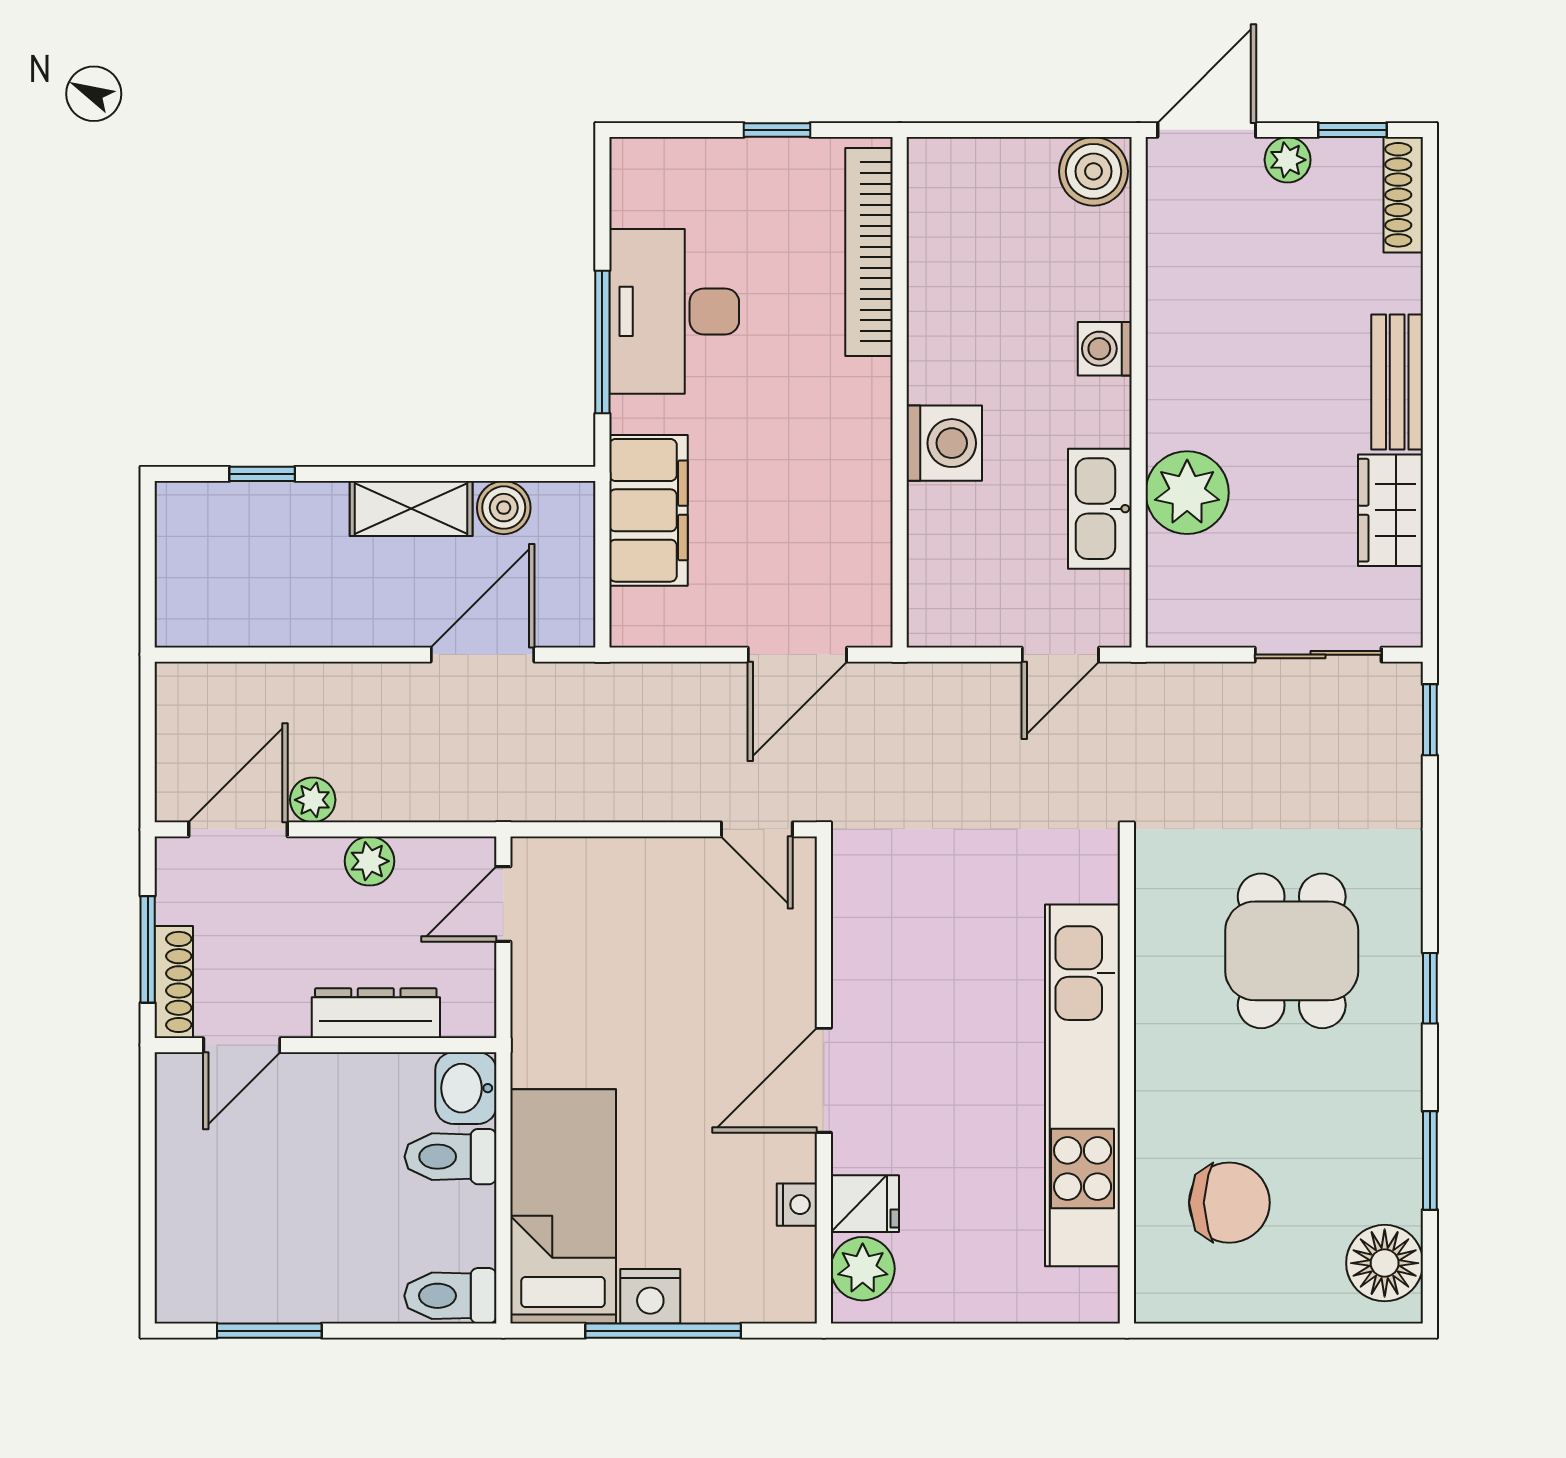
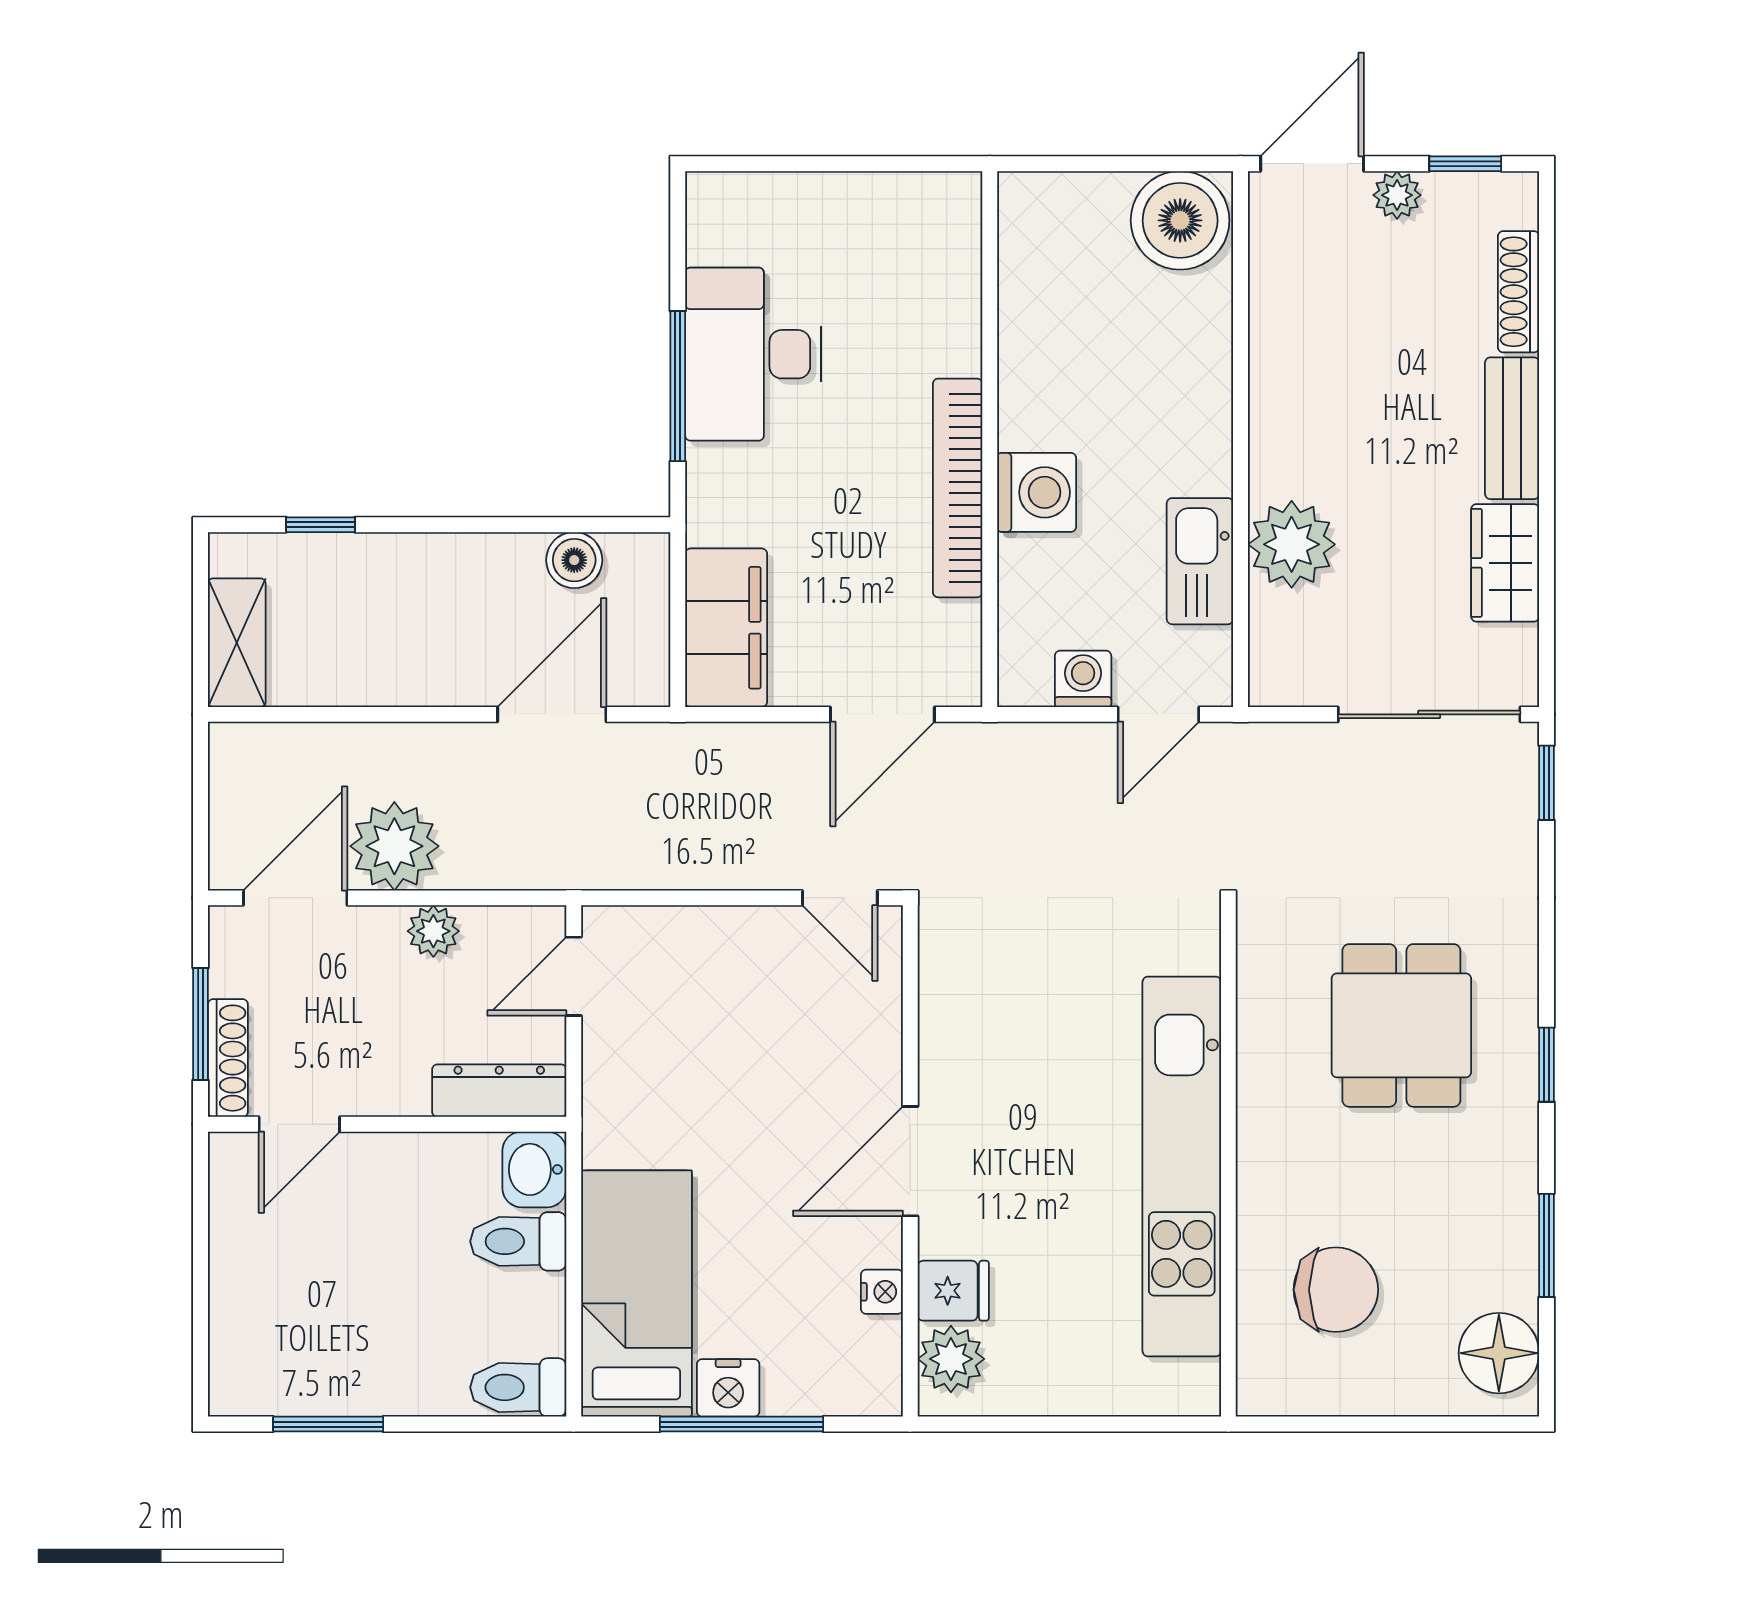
window: (777, 130) -> (861, 164), removed
boiler: (1093, 171) -> (1180, 220), width x1.37, depth x1.37
shoe rack: (1403, 195) -> (1519, 292), moved
bookcase: (869, 252) -> (958, 488), moved
washing machine: (1105, 349) -> (1083, 679), moved, turned 90
shelving: (411, 508) -> (237, 643), moved, turned 90
filing cabinet: (648, 510) -> (726, 628), moved
sliding door: (1318, 655) -> (1429, 714), width x1.37
plant: (313, 800) -> (394, 846), width x1.88, depth x1.88
dresser: (376, 1013) -> (499, 1091), moved

